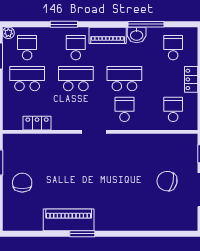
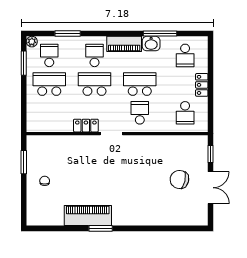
window: (64, 24) -> (68, 34), moved
school desk: (173, 48) -> (185, 55), turned 180
school desk: (173, 109) -> (185, 113), turned 180
locker: (37, 123) -> (86, 126), moved
chair: (22, 183) -> (45, 181), width x0.54, depth x0.54

